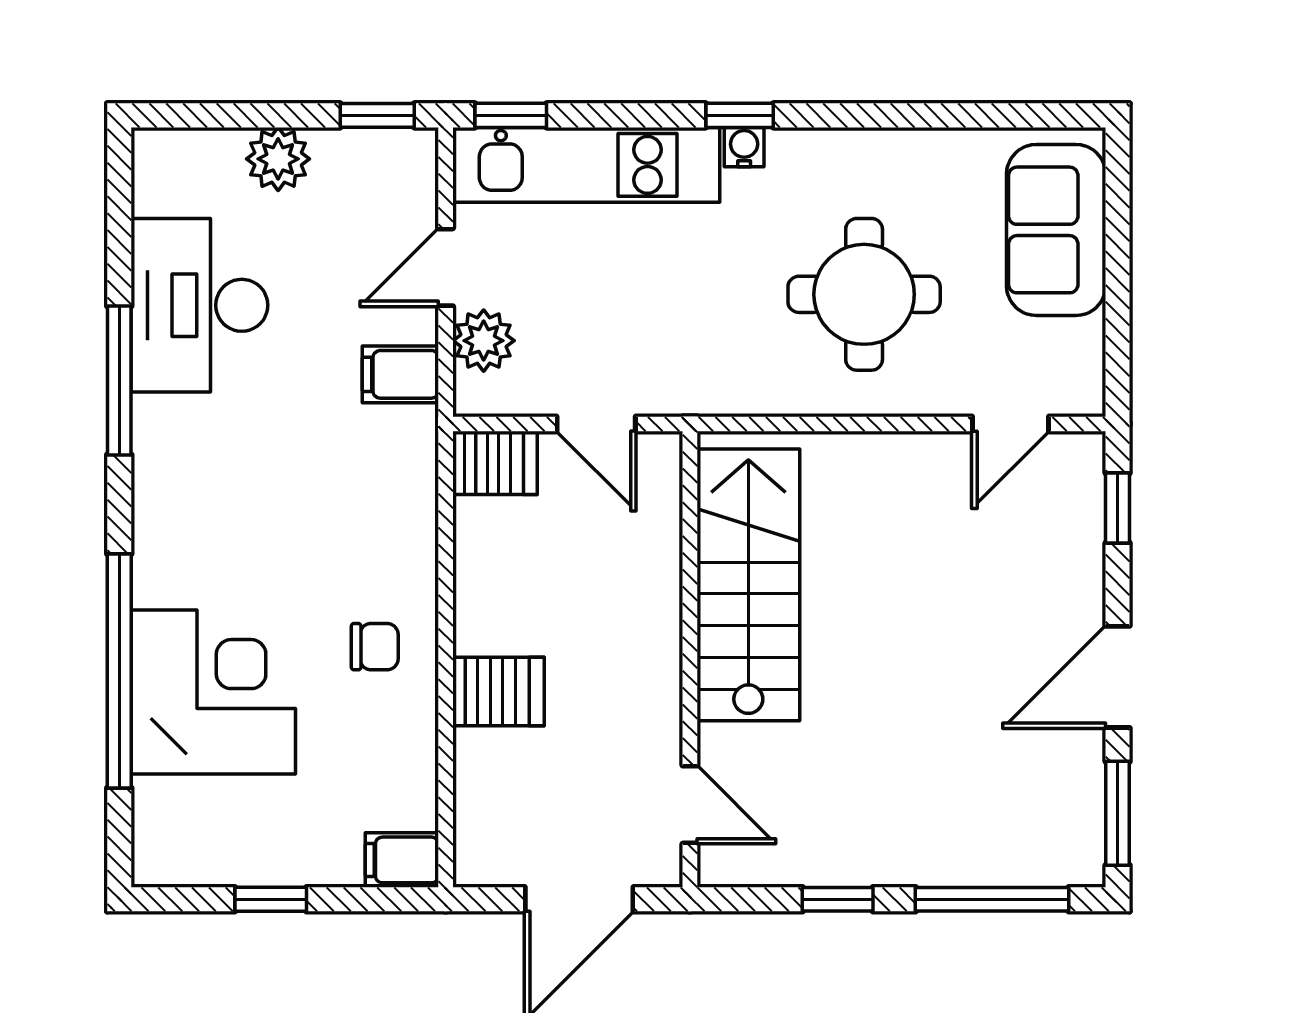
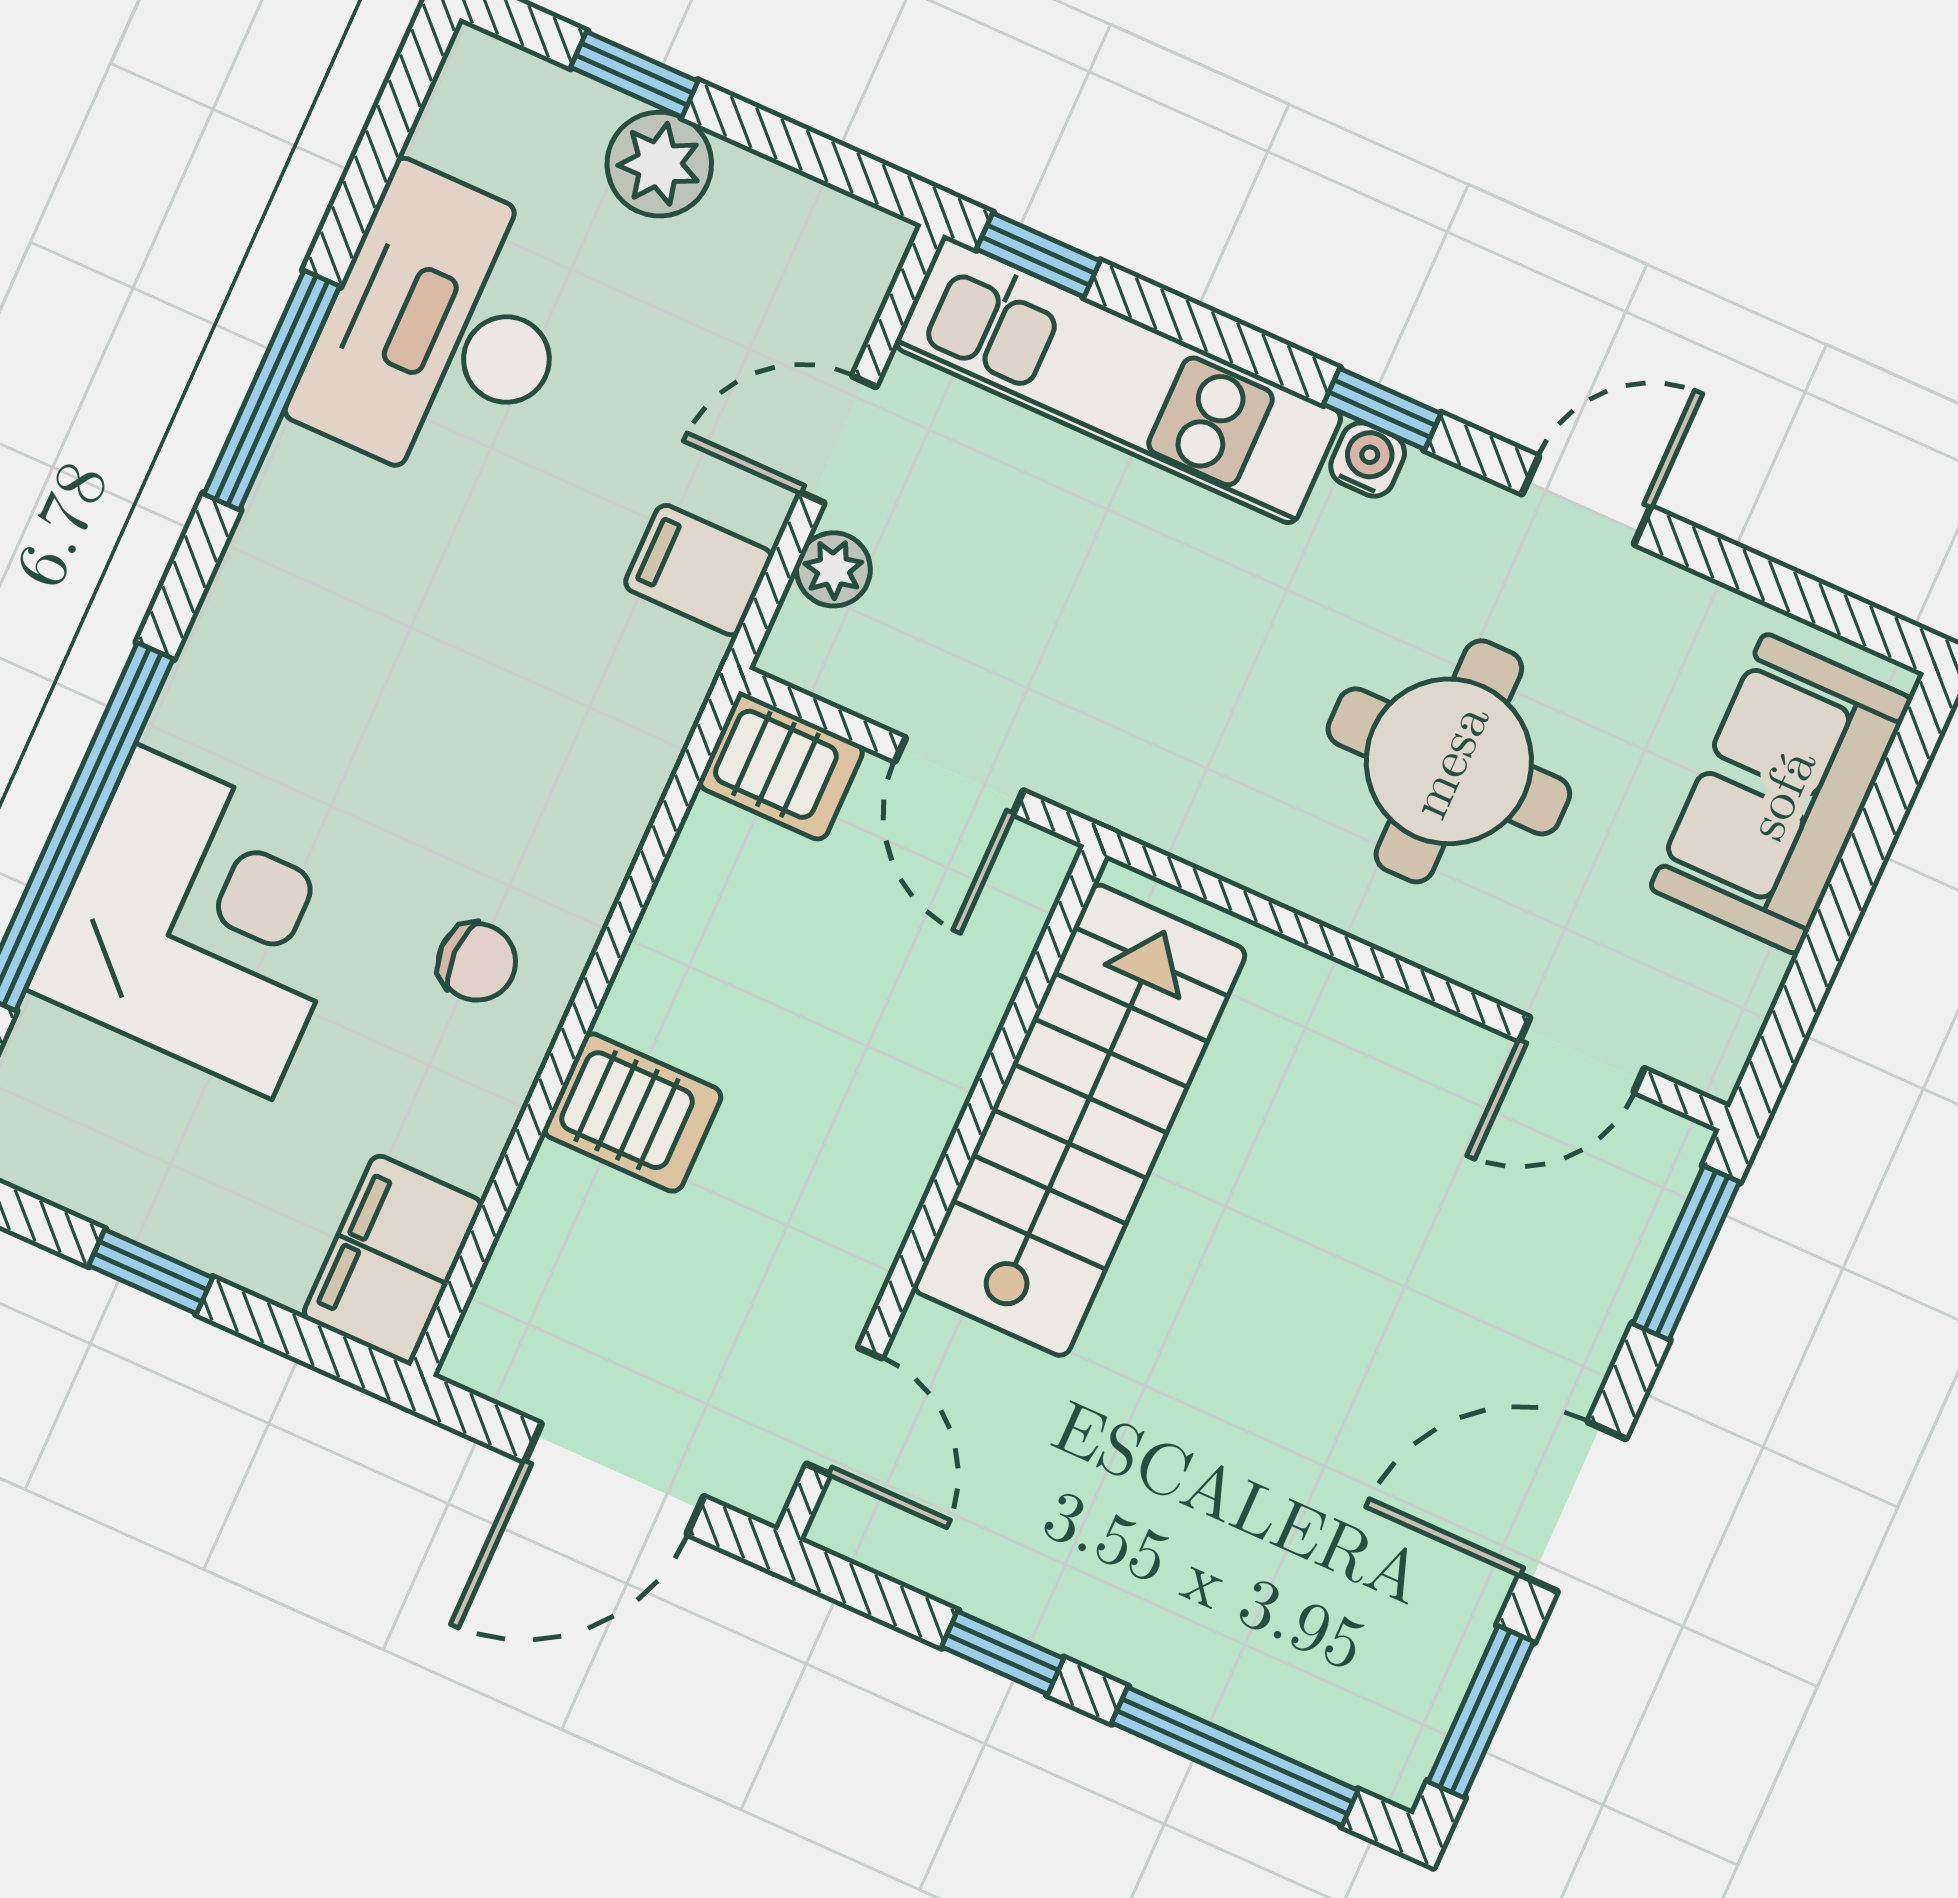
window: (377, 115) -> (634, 74), moved
door: (876, 115) -> (1587, 500), added
plant: (484, 341) -> (833, 569), width x0.73, depth x0.73
window: (1118, 508) -> (1686, 1253), width x1.50
filing cabinet: (402, 860) -> (393, 1260), width x2.00

